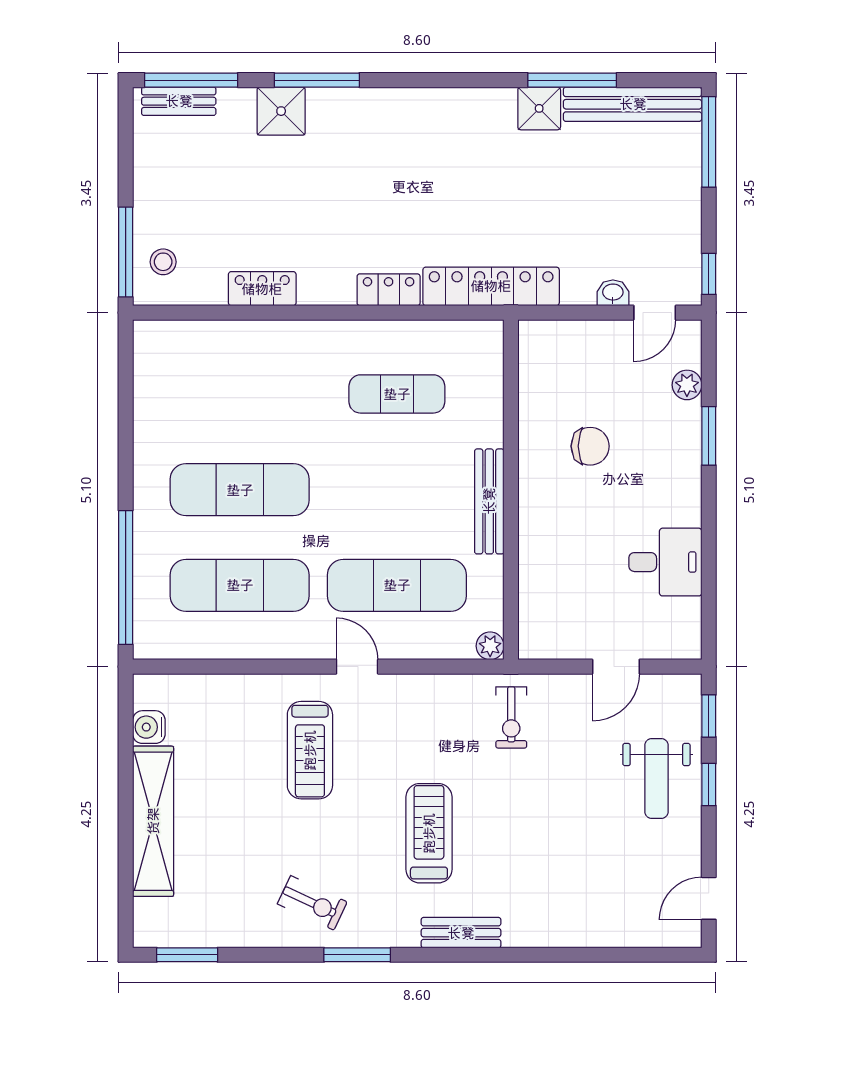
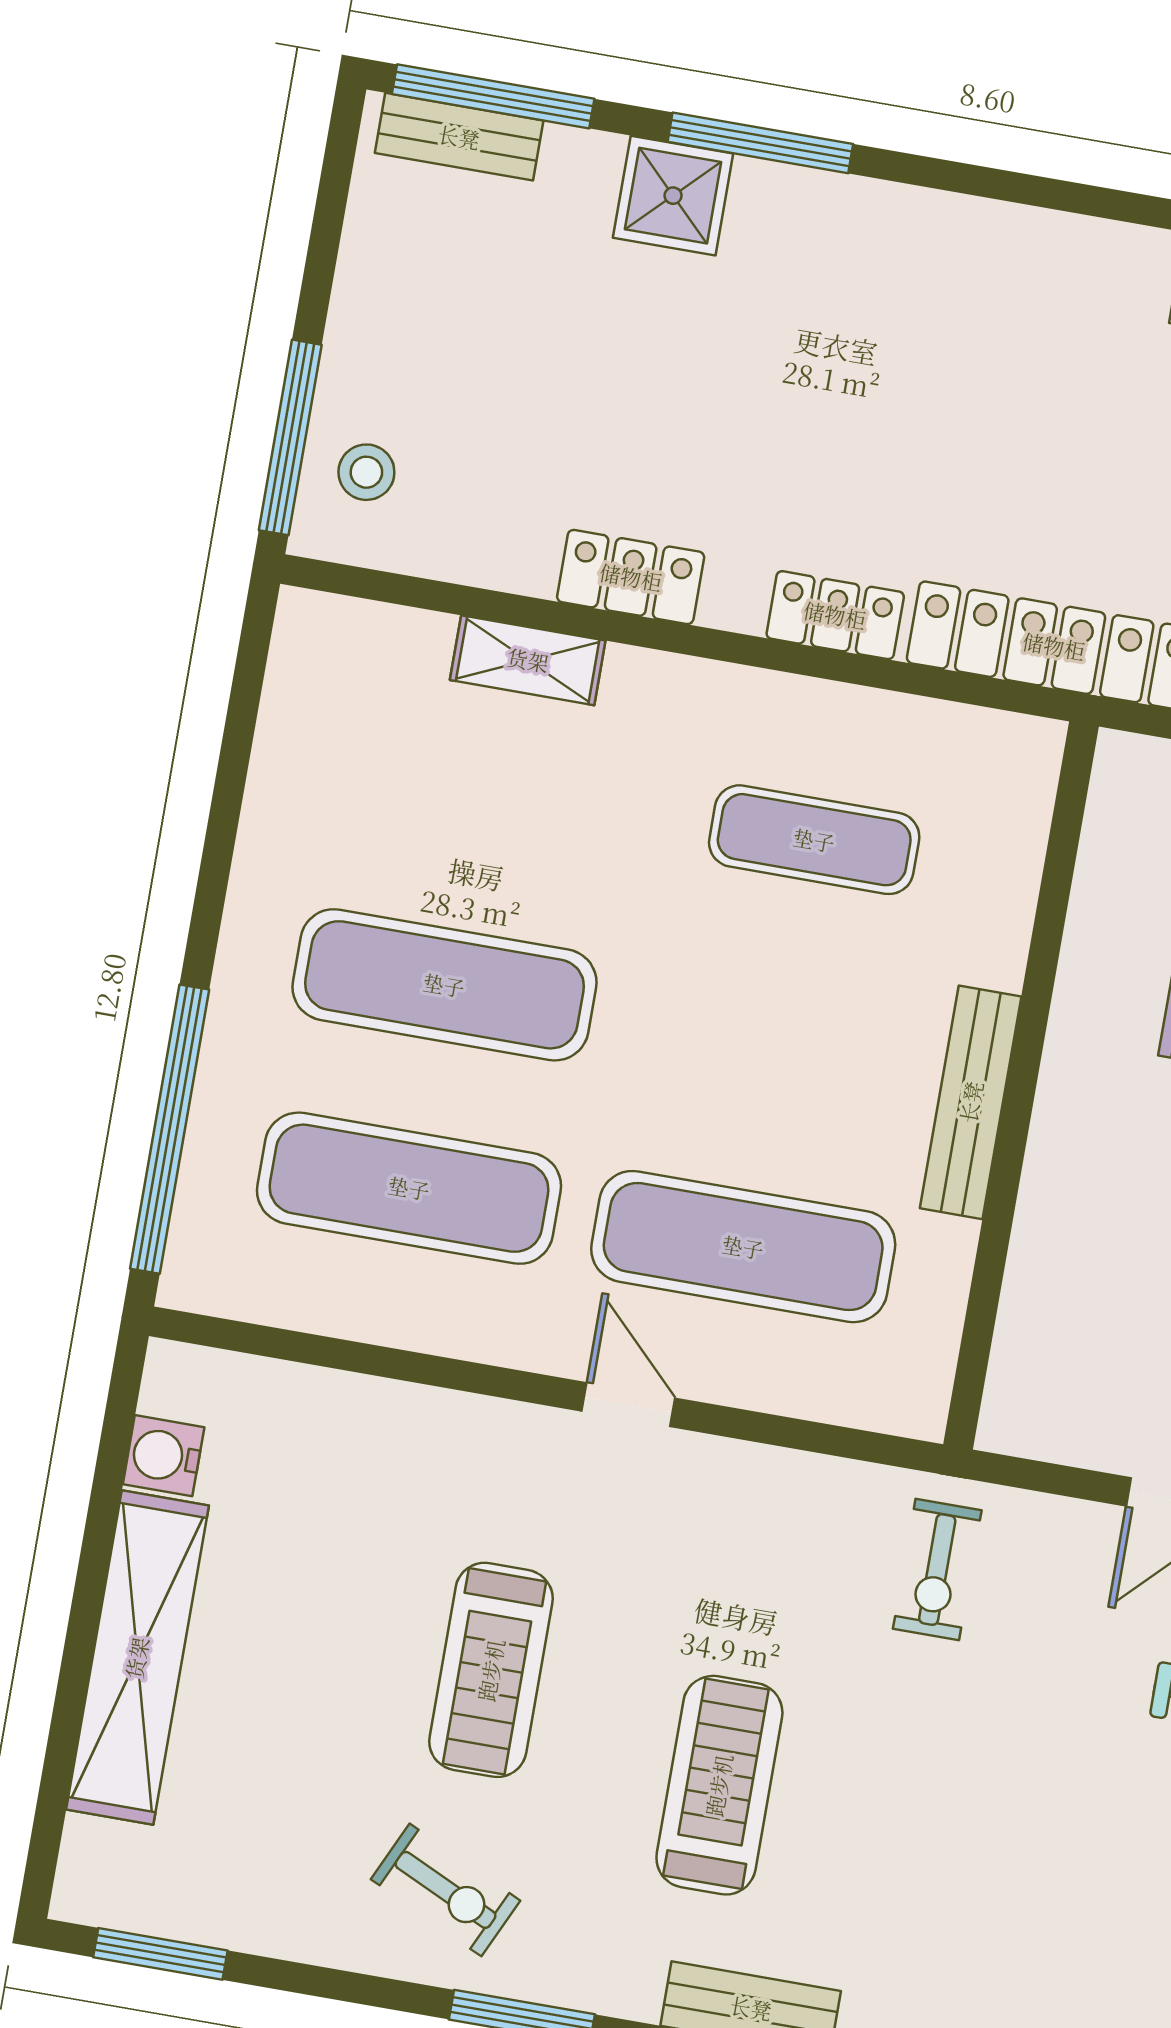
locker: (262, 289) -> (631, 577), moved
shelving: (252, 335) -> (528, 660), added
plant: (490, 646) -> (919, 1410), removed
treadmill: (310, 750) -> (491, 1670), moved

